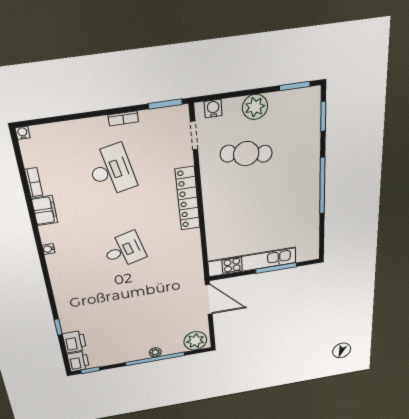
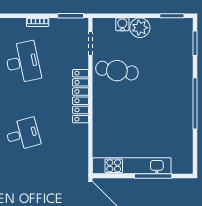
water cooler: (213, 108) -> (122, 24), moved
cafe table: (246, 154) -> (117, 71), moved

